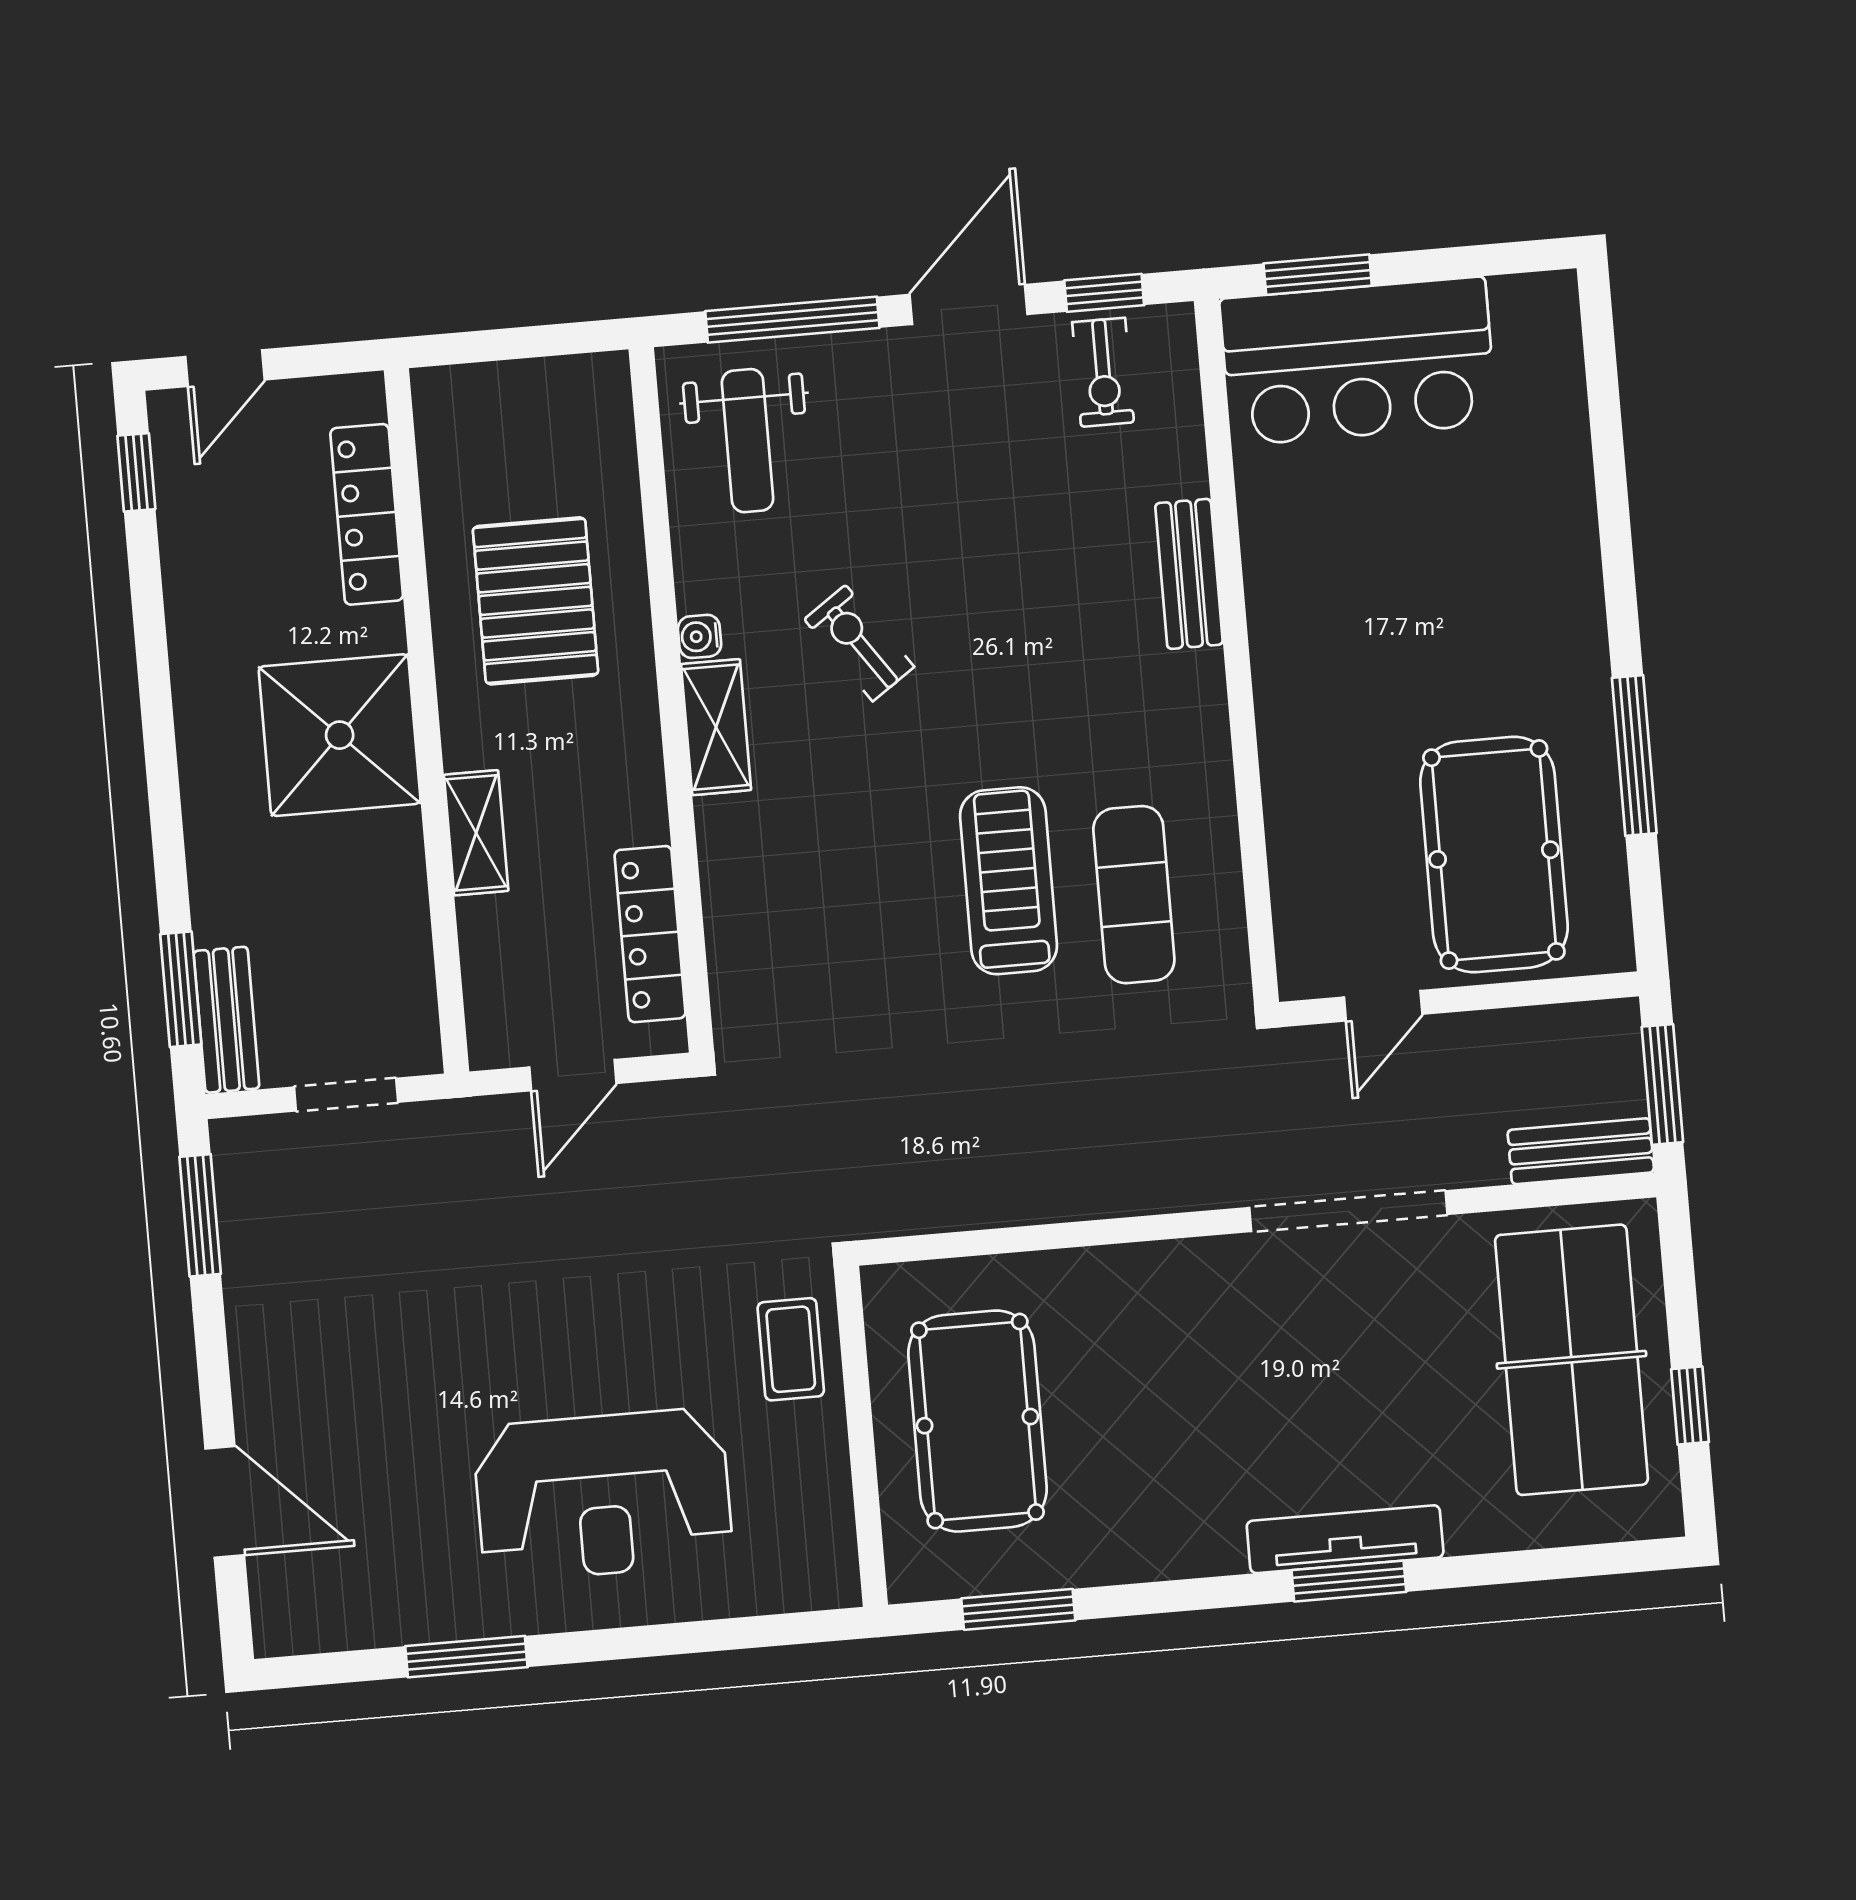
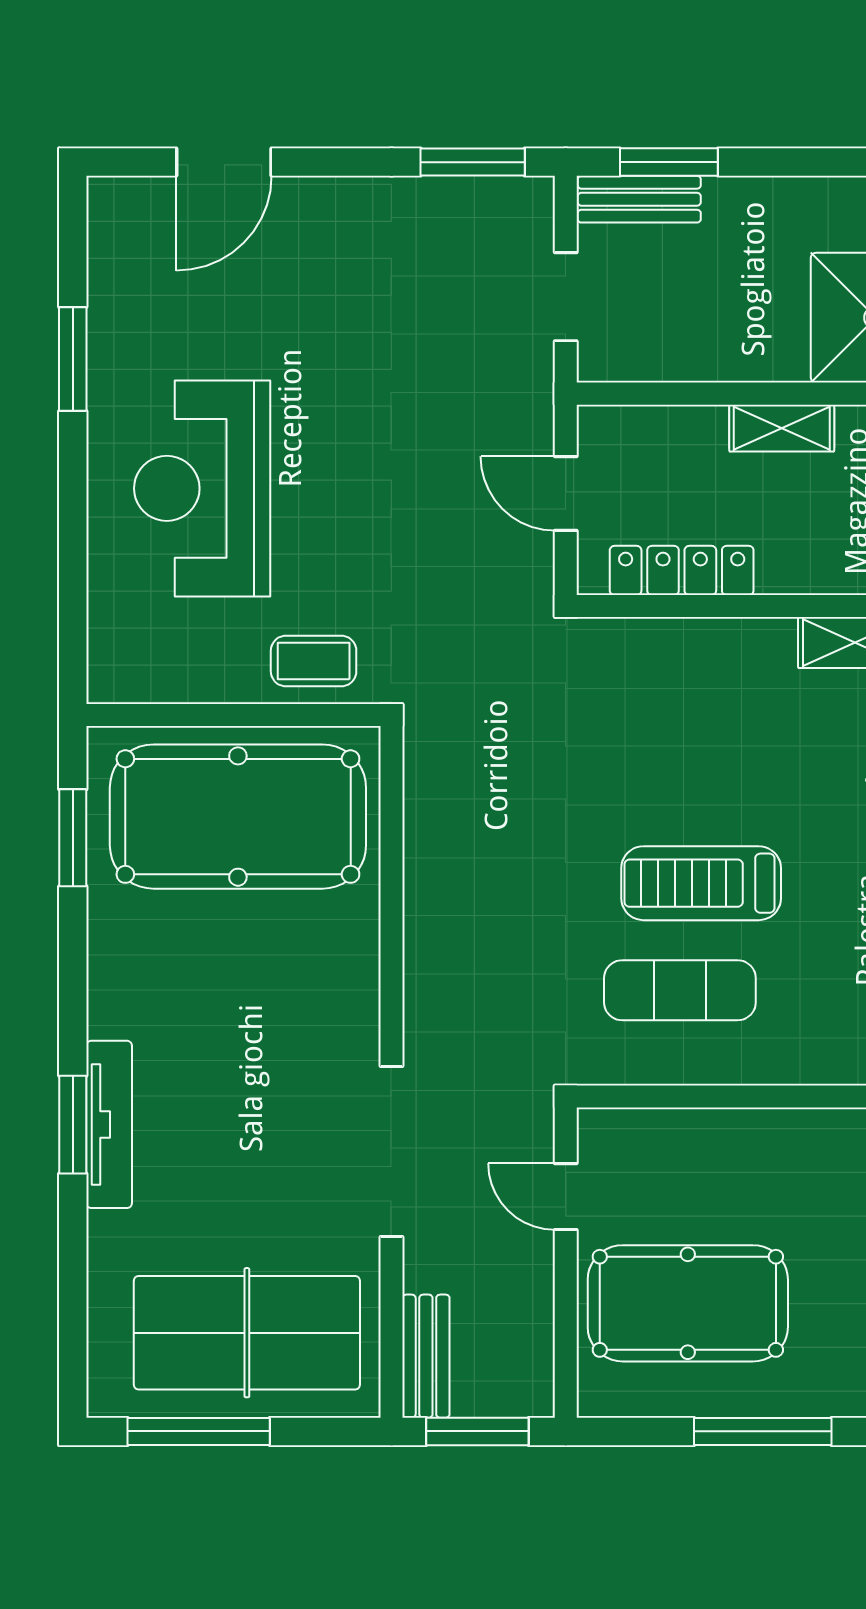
treadmill: (1008, 881) -> (701, 883), turned 180
window: (1690, 1406) -> (199, 1431), width x2.17
pool table: (977, 1421) -> (238, 817), width x1.36, depth x1.32

